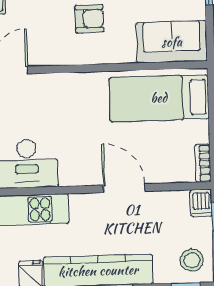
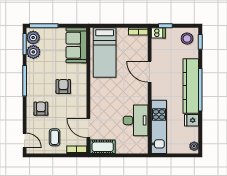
door: (124, 188) -> (150, 72), hinge flipped

